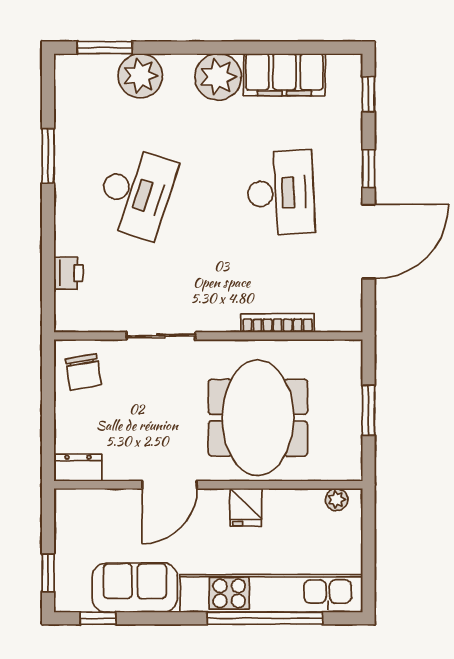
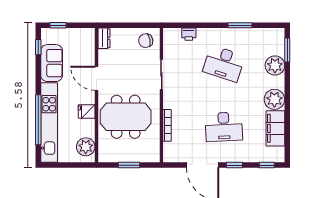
plant: (337, 500) -> (86, 147), width x1.88, depth x1.88

